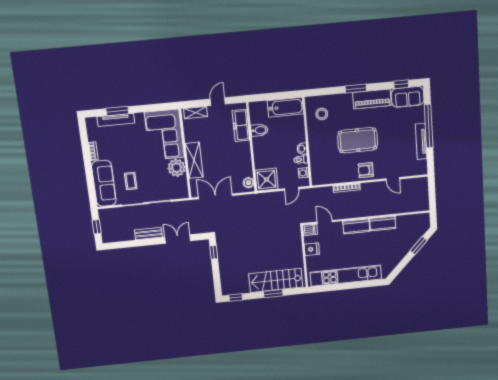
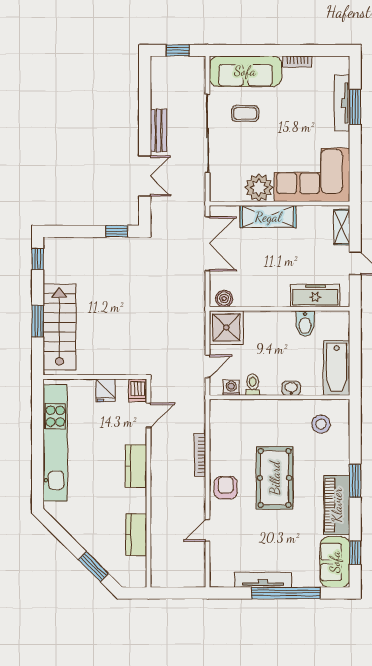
washbasin: (302, 149) -> (291, 388), moved
door: (292, 189) -> (208, 366), swing flipped
kitchen counter: (383, 223) -> (136, 535), moved

